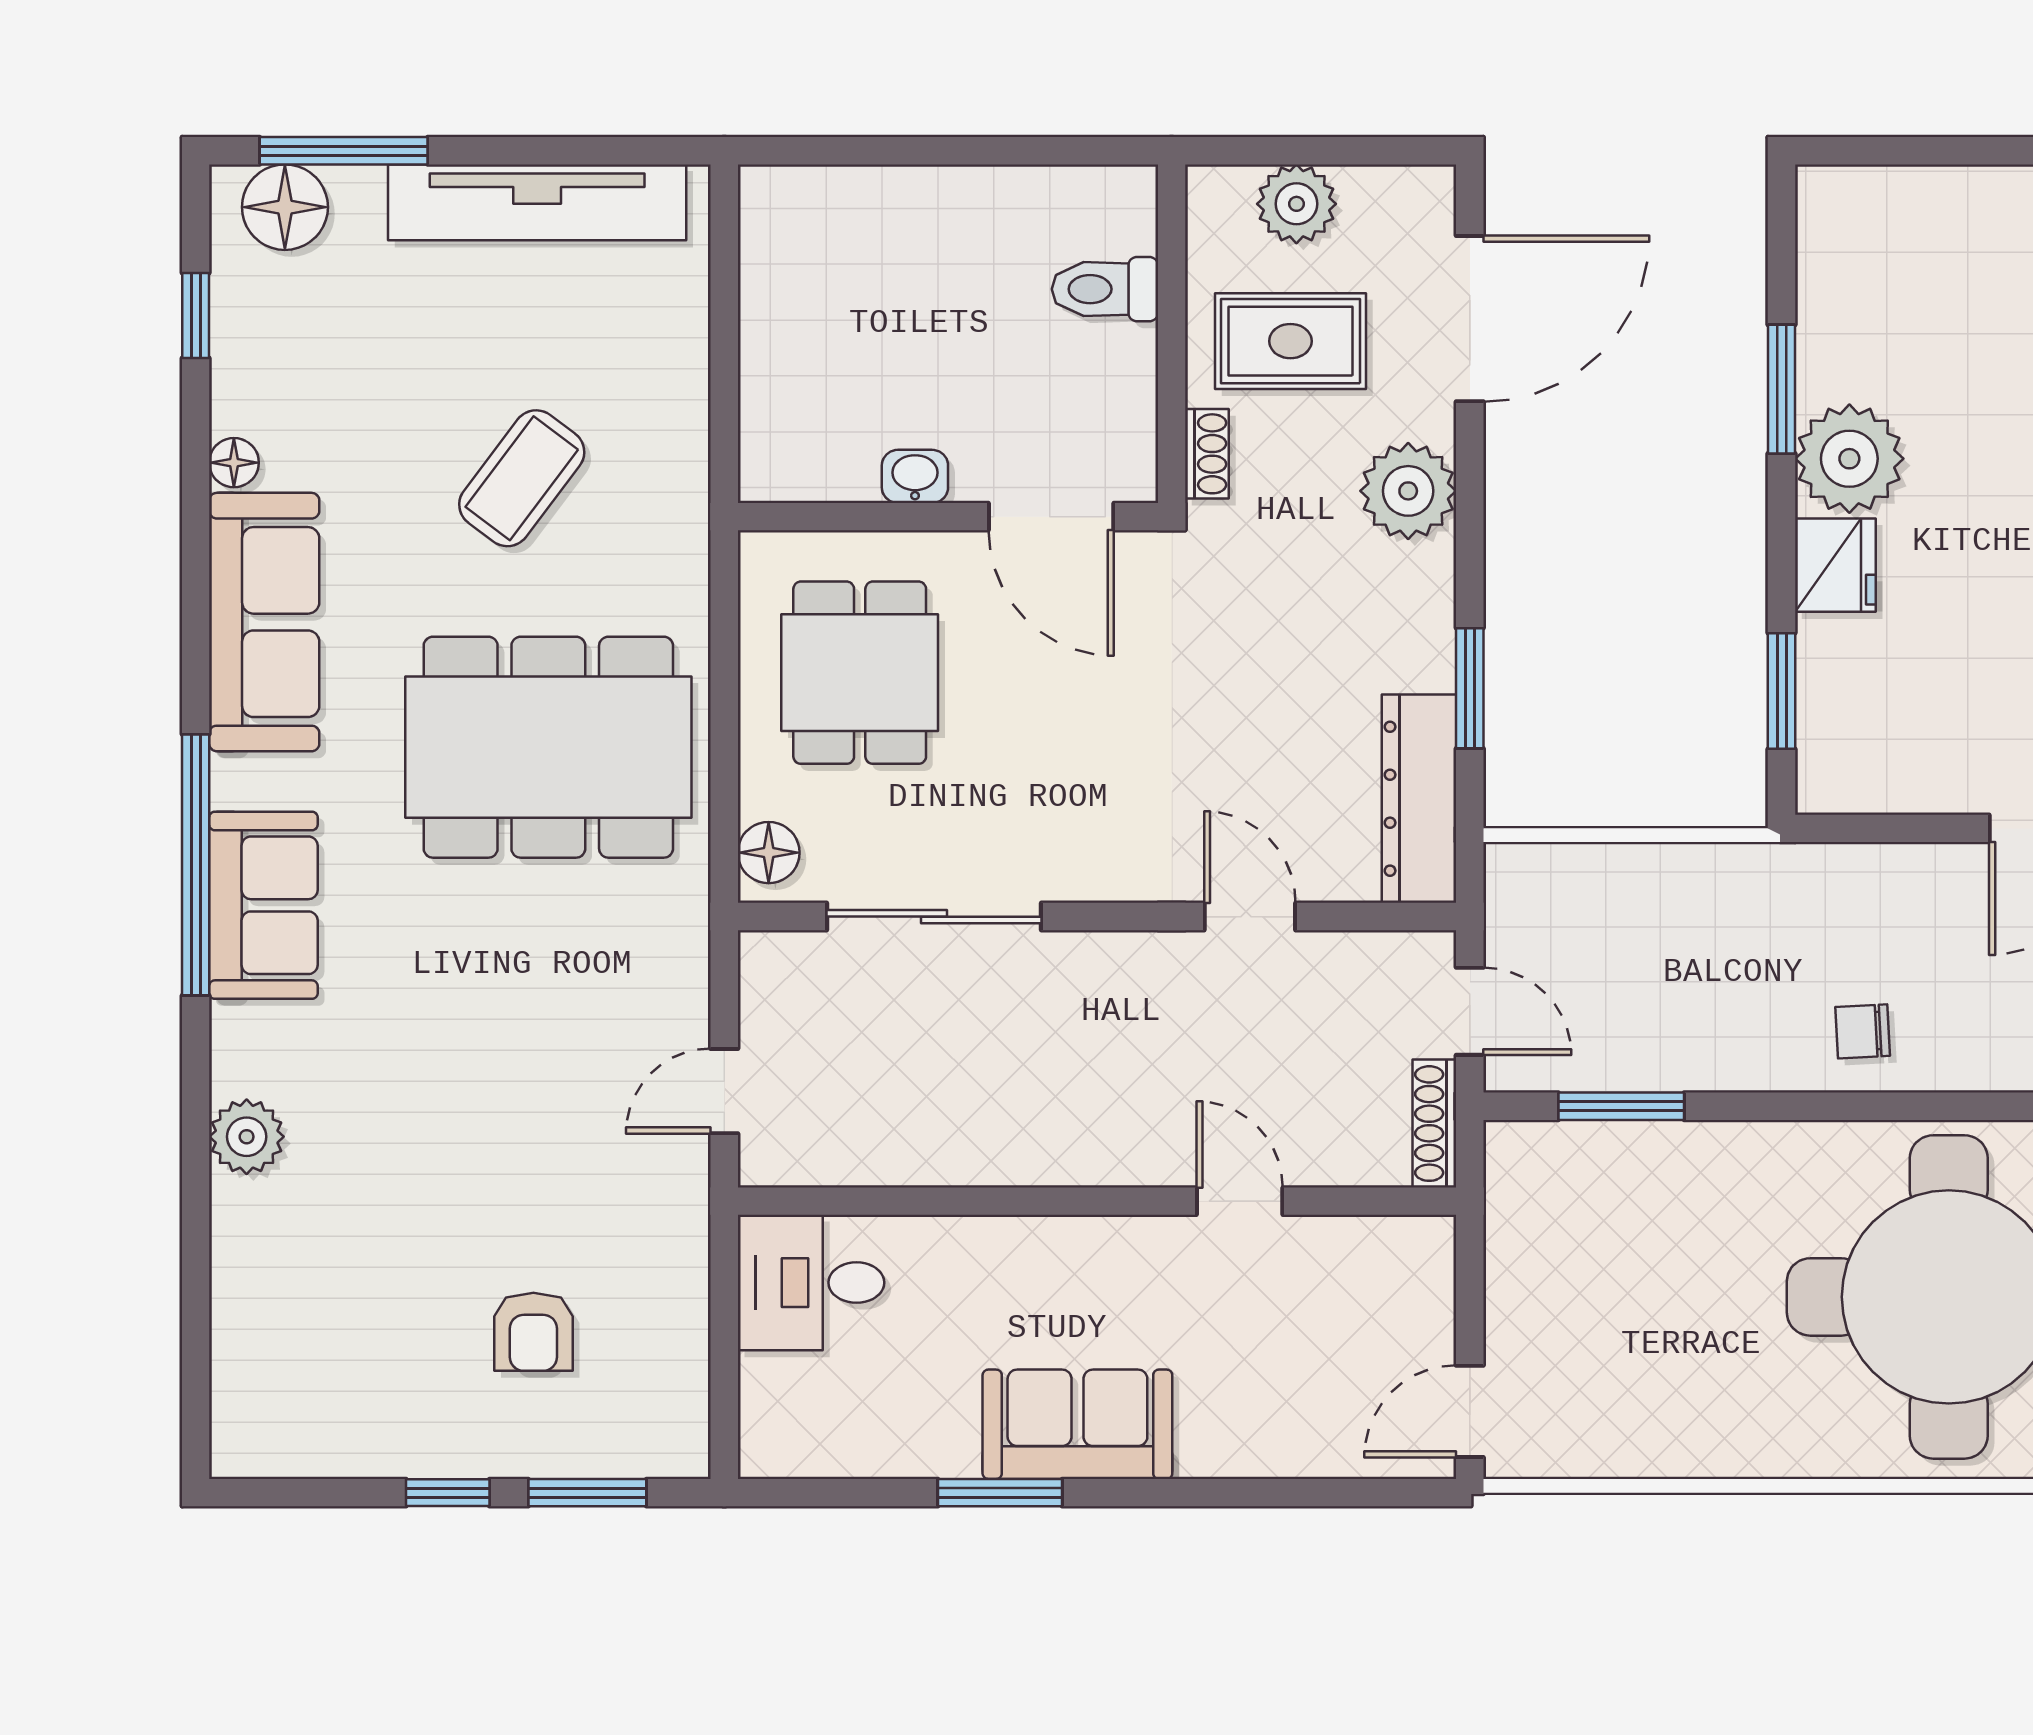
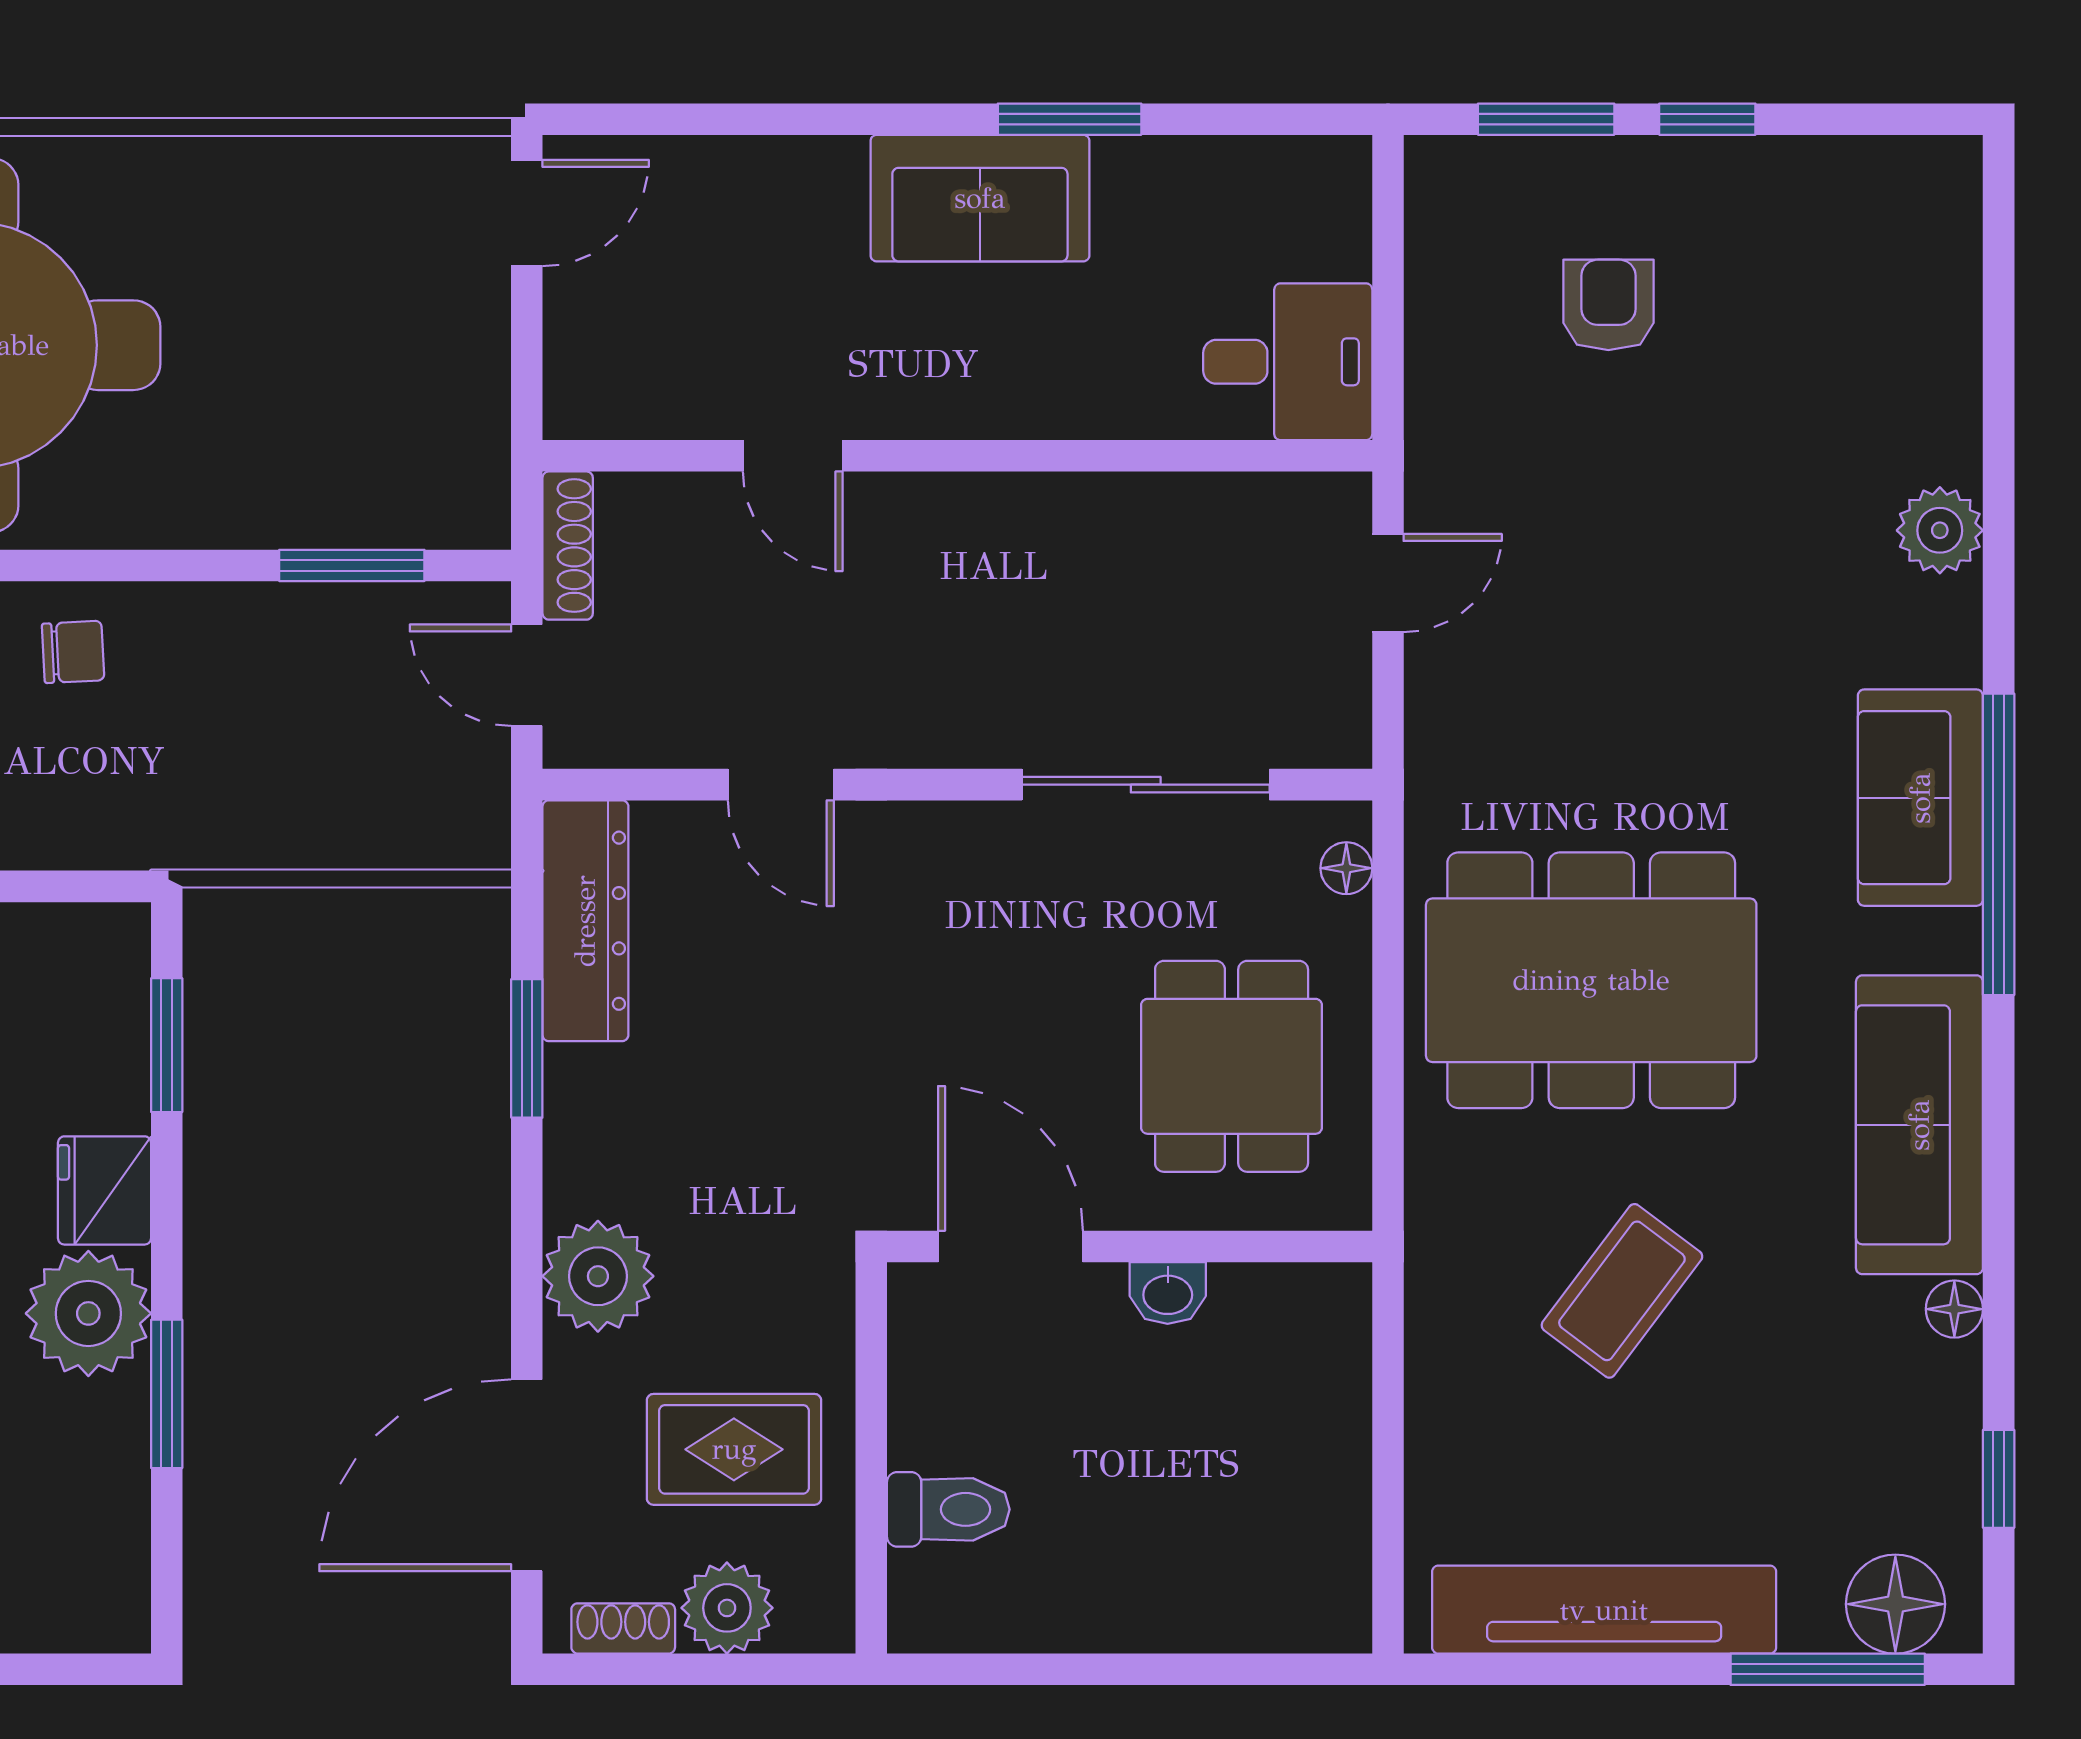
shoe rack: (1207, 454) -> (623, 1628), moved, turned 90
floor lamp: (769, 853) -> (1346, 868), width x0.73, depth x0.73

